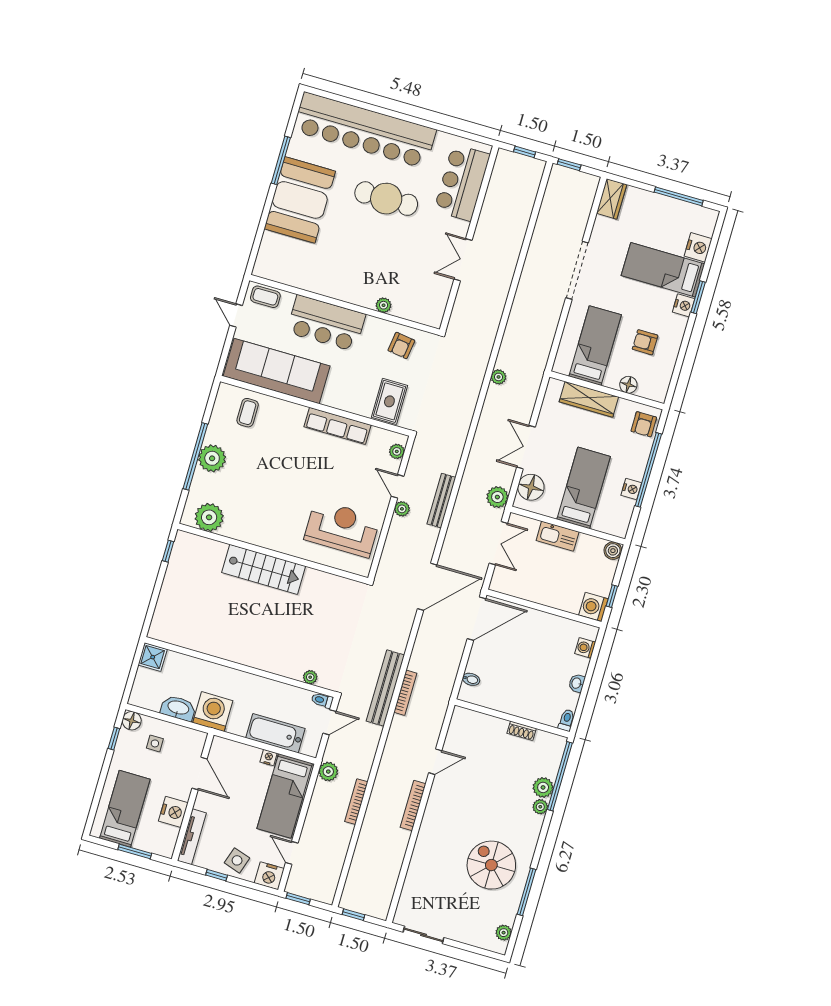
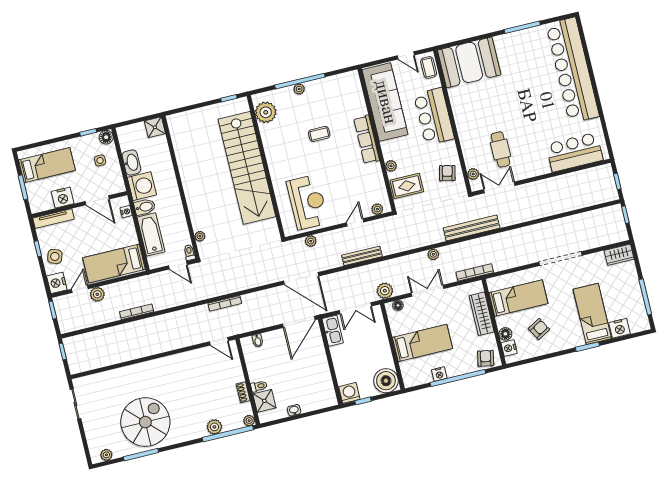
cafe table: (386, 199) -> (500, 149), moved, width x0.73, depth x0.74
booth: (300, 200) -> (469, 62), moved
double door: (463, 260) -> (499, 187), moved
plant: (384, 305) -> (473, 174), moved
nightstand: (684, 305) -> (509, 348), moved, turned 90
door: (236, 315) -> (406, 55), swing flipped
armchair: (645, 342) -> (539, 329), turned 60
armchair: (401, 345) -> (447, 173), turned 95
plant: (499, 377) -> (433, 254), moved
plant: (355, 407) -> (391, 166), added
coffee table: (248, 413) -> (319, 134), moved
armchair: (644, 424) -> (486, 358), turned 101
row of seats: (337, 426) -> (367, 139), moved
plant: (212, 458) -> (299, 89), width x0.53, depth x0.53
floor lamp: (531, 487) -> (398, 305), width x0.53, depth x0.53
plant: (402, 509) -> (311, 241), moved
kitchen sink: (558, 536) -> (333, 331), moved, turned 180
boiler: (613, 551) -> (386, 381), width x1.86, depth x1.86
stairs: (264, 569) -> (247, 168), width x1.86, depth x1.51
door: (477, 619) -> (299, 322), hinge flipped
washing machine: (585, 648) -> (320, 403), removed
bench: (385, 688) -> (472, 228), moved
shower: (546, 712) -> (264, 401), added
toilet: (566, 720) -> (259, 386), moved
bidet: (239, 722) -> (145, 207), added
nightstand: (269, 758) -> (126, 212), moved
door: (435, 762) -> (219, 341), moved
plant: (328, 772) -> (97, 294), moved
door: (200, 773) -> (97, 200), hinge flipped
bookcase: (413, 806) -> (475, 272), moved
plant: (540, 807) -> (249, 421), moved
spiral stairs: (491, 865) -> (145, 422), width x1.37, depth x1.37

